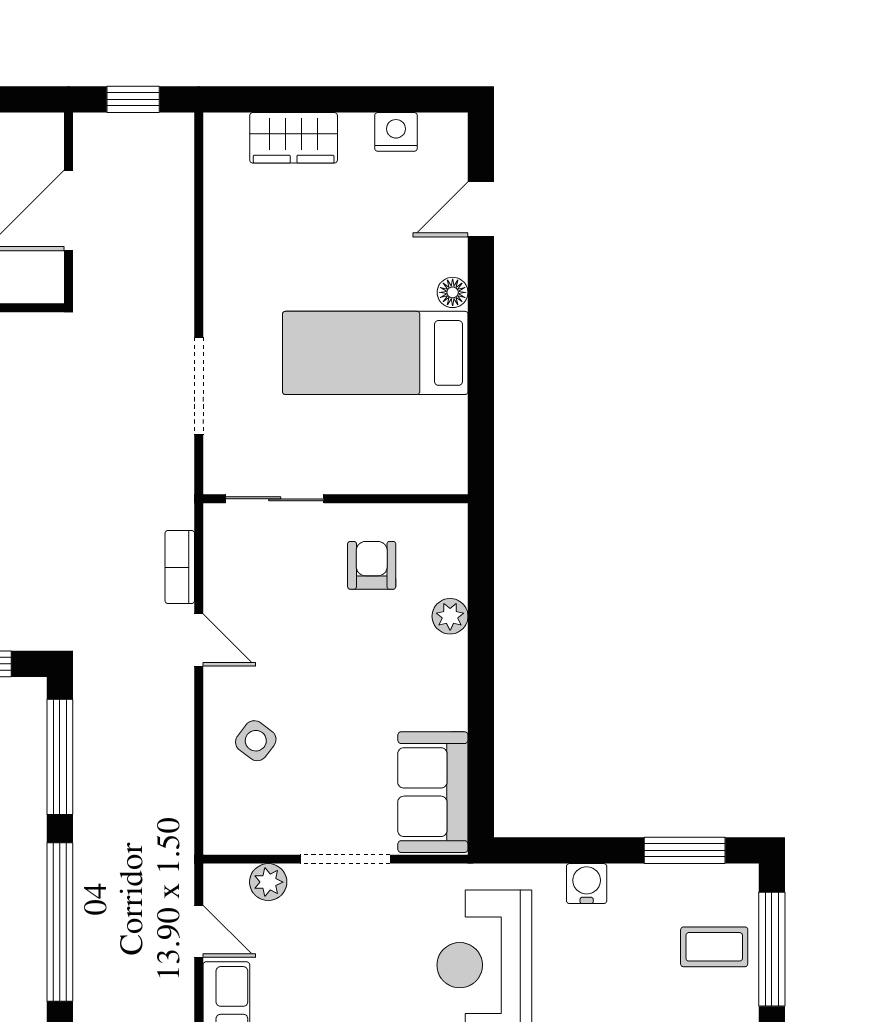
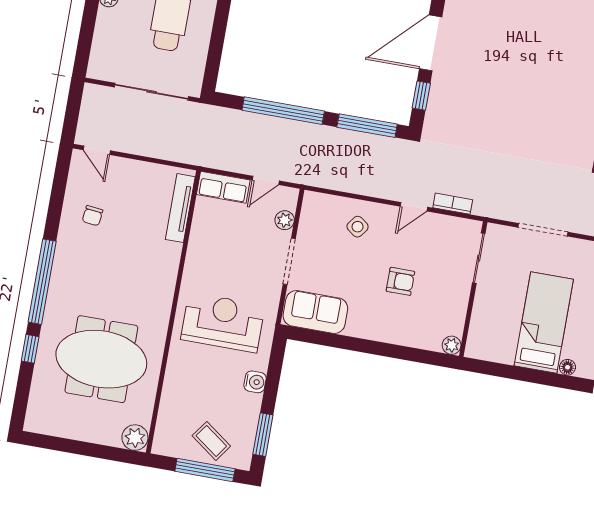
armchair: (372, 565) -> (400, 281), moved
plant: (450, 616) -> (452, 345), moved
coffee table: (714, 947) -> (211, 441), turned -54

